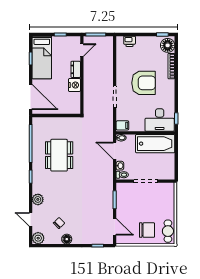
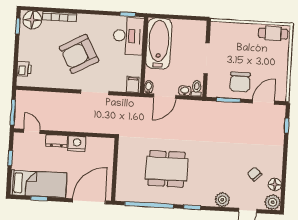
armchair: (144, 83) -> (79, 54), turned -119
chair: (147, 230) -> (240, 82), moved, turned 180
floor lamp: (67, 239) -> (275, 185), moved

